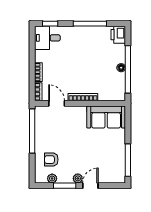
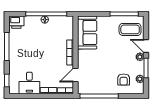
desk: (47, 38) -> (29, 83), moved
coffee table: (110, 167) -> (130, 29), added

